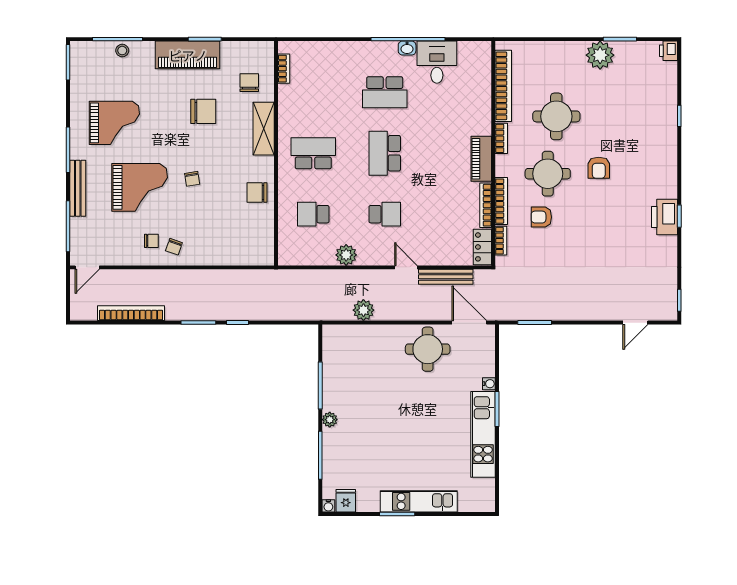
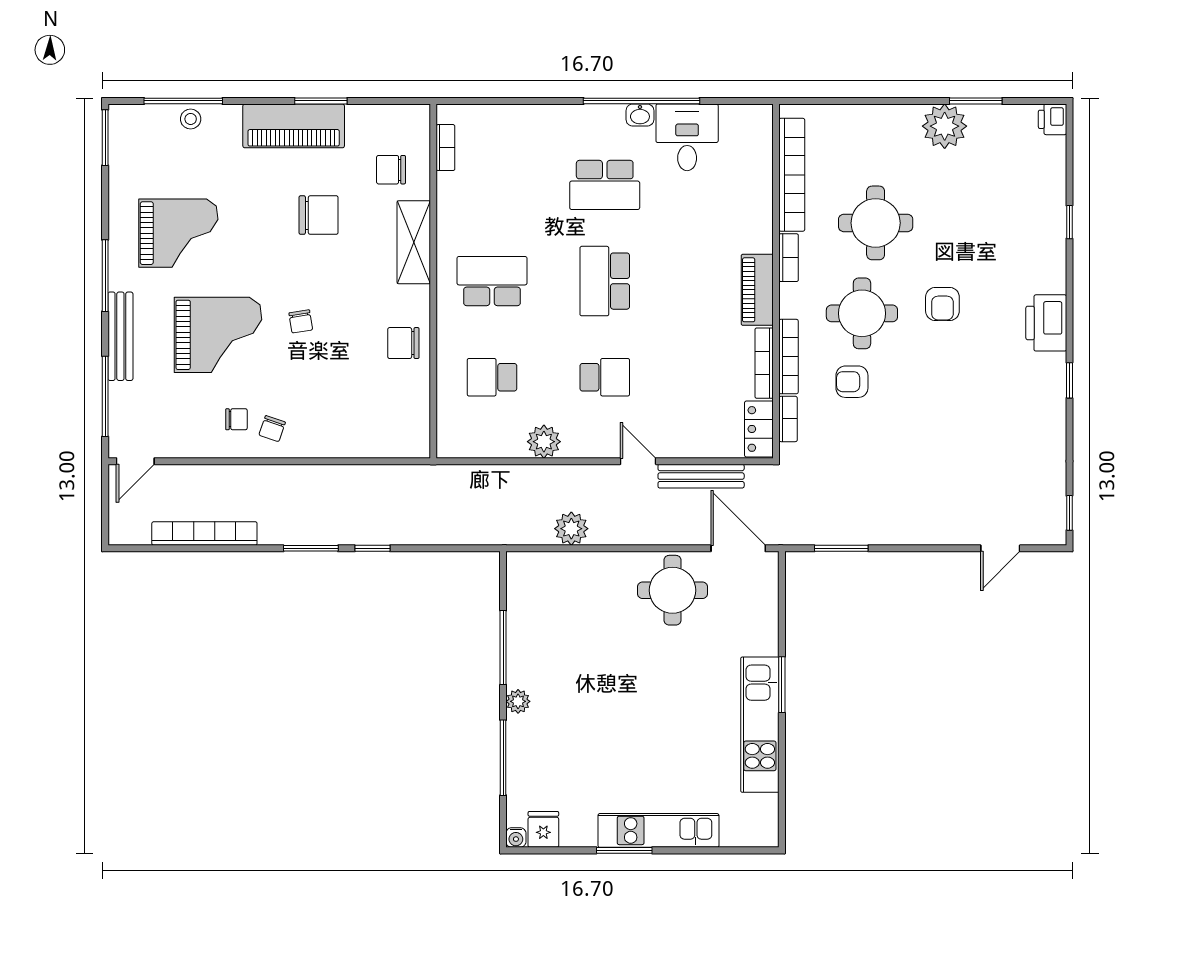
chair: (249, 83) -> (391, 170), turned -90
printer: (665, 217) -> (1046, 323), moved
water cooler: (489, 384) -> (769, 645), removed

